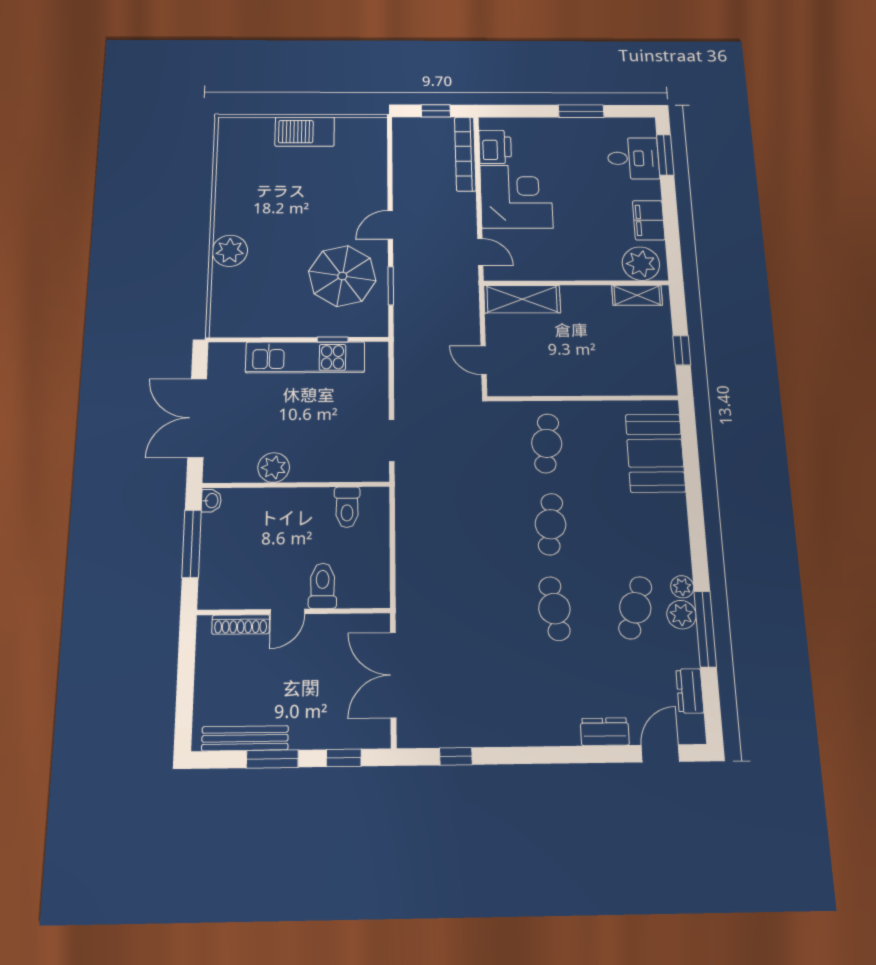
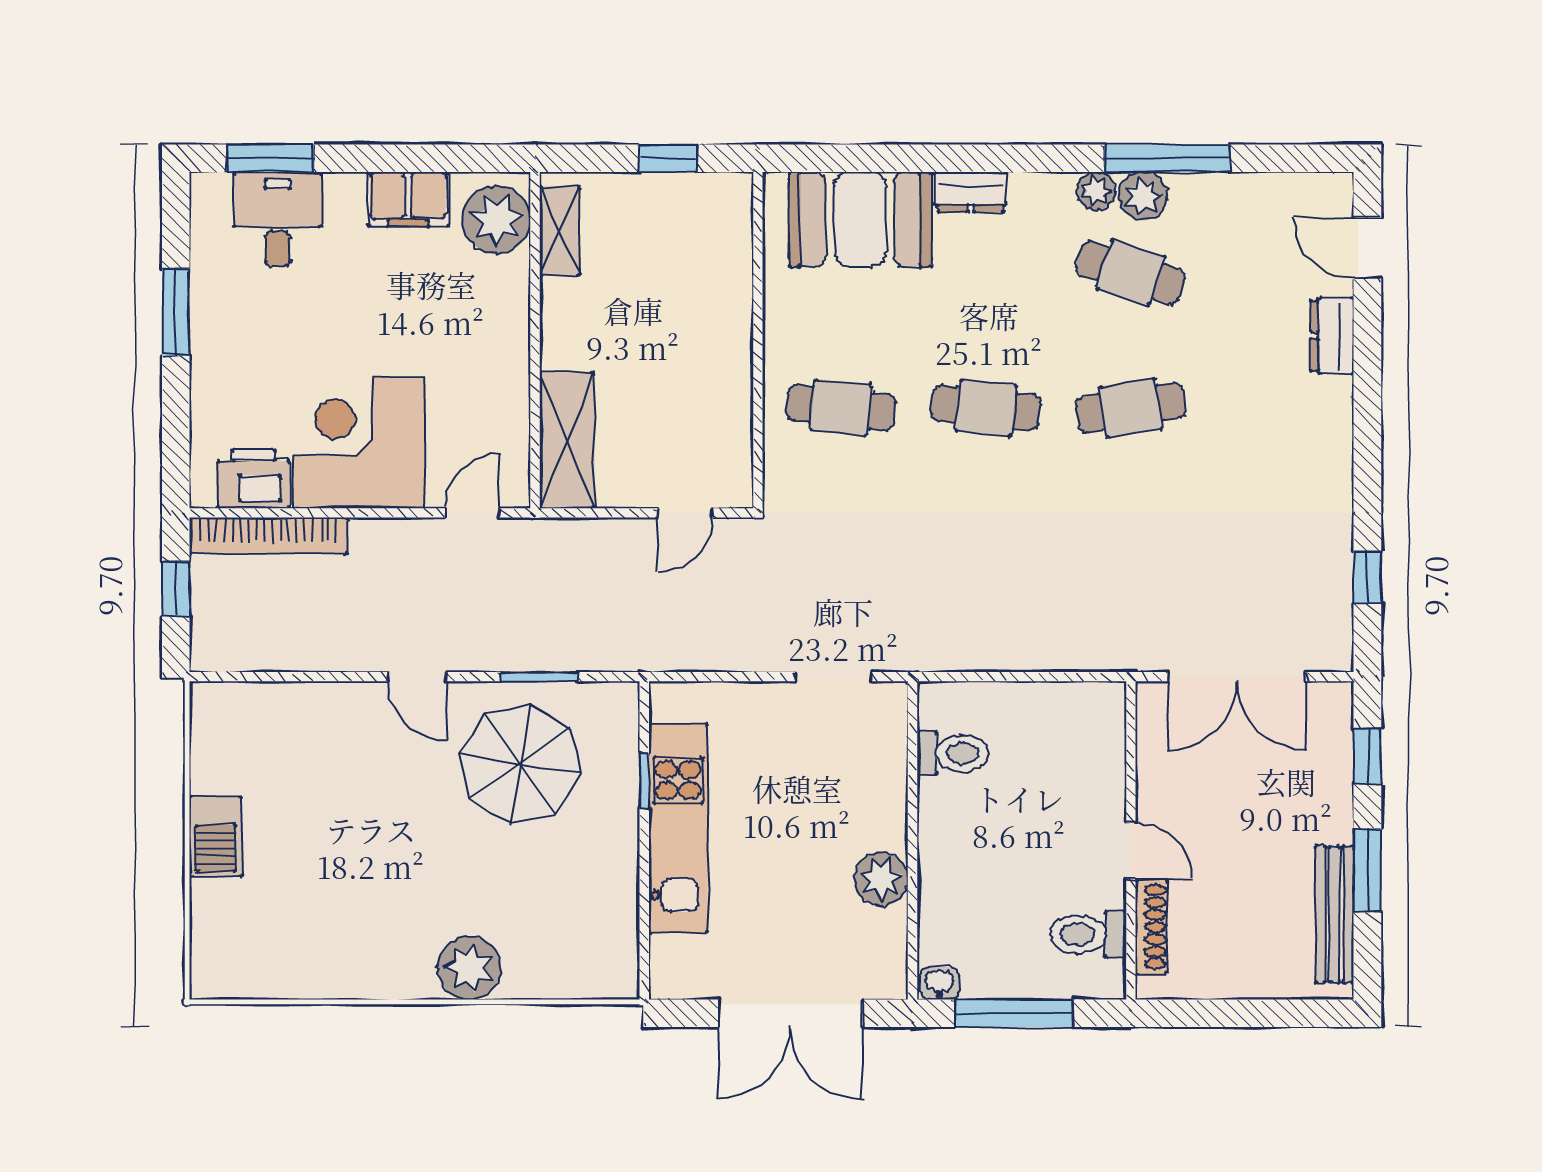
barbecue: (305, 132) -> (216, 836), width x0.73, depth x0.83
toilet: (323, 586) -> (1088, 934), moved
dresser: (690, 691) -> (971, 192), moved

